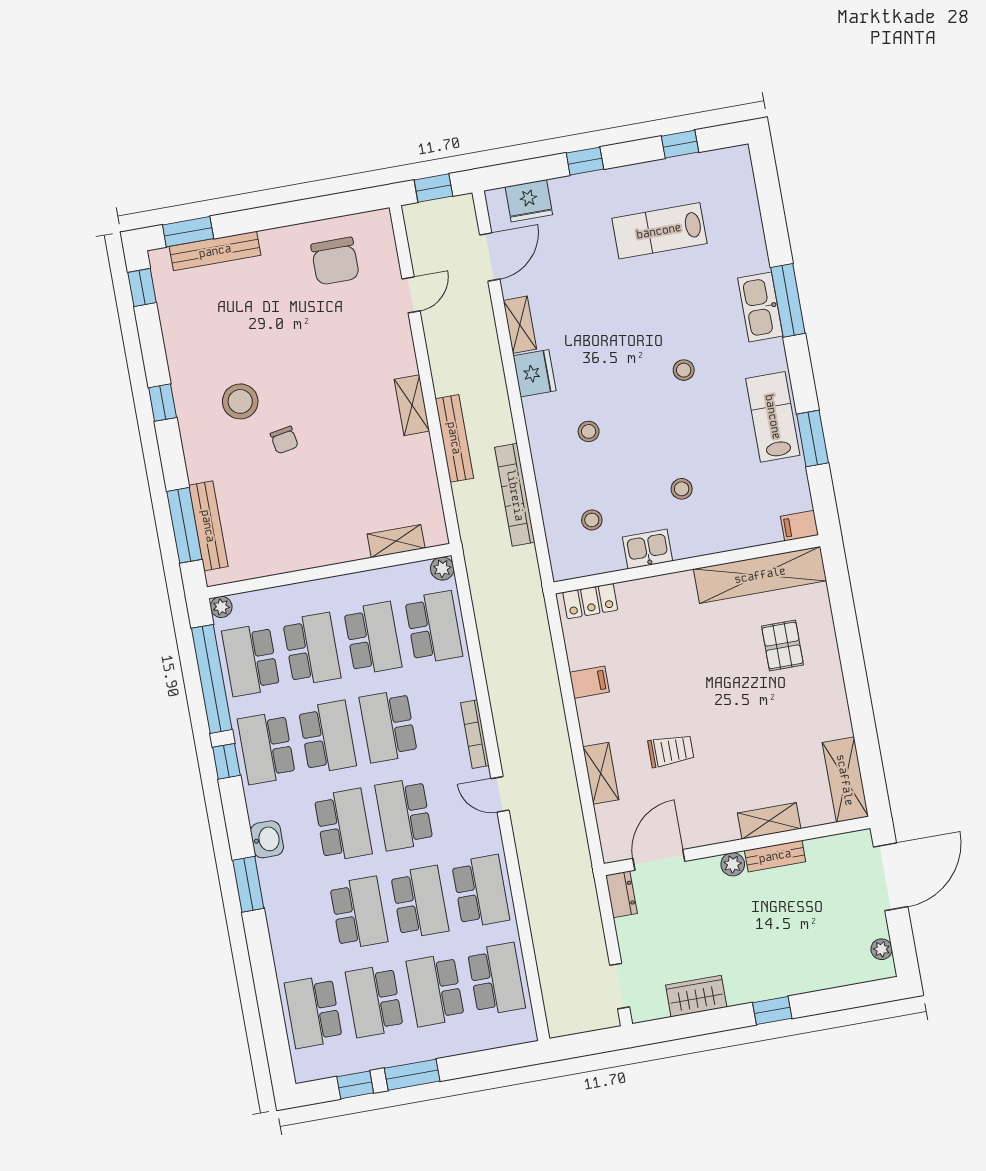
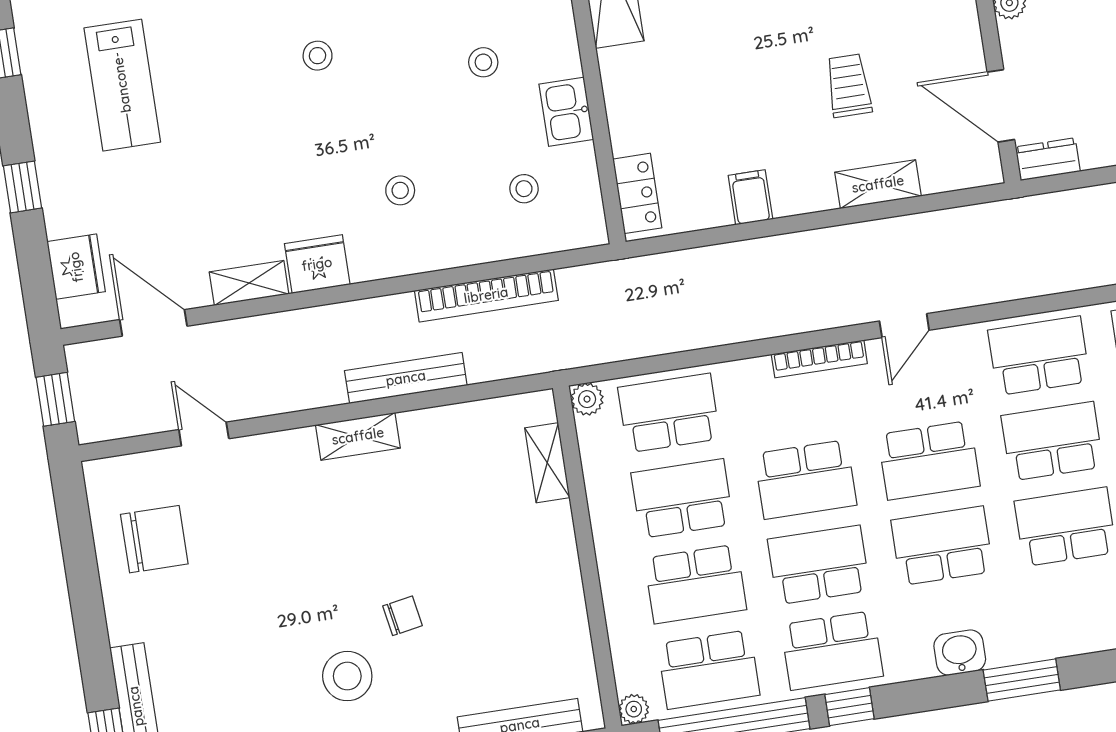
school desk: (312, 649) -> (695, 584), turned 180

